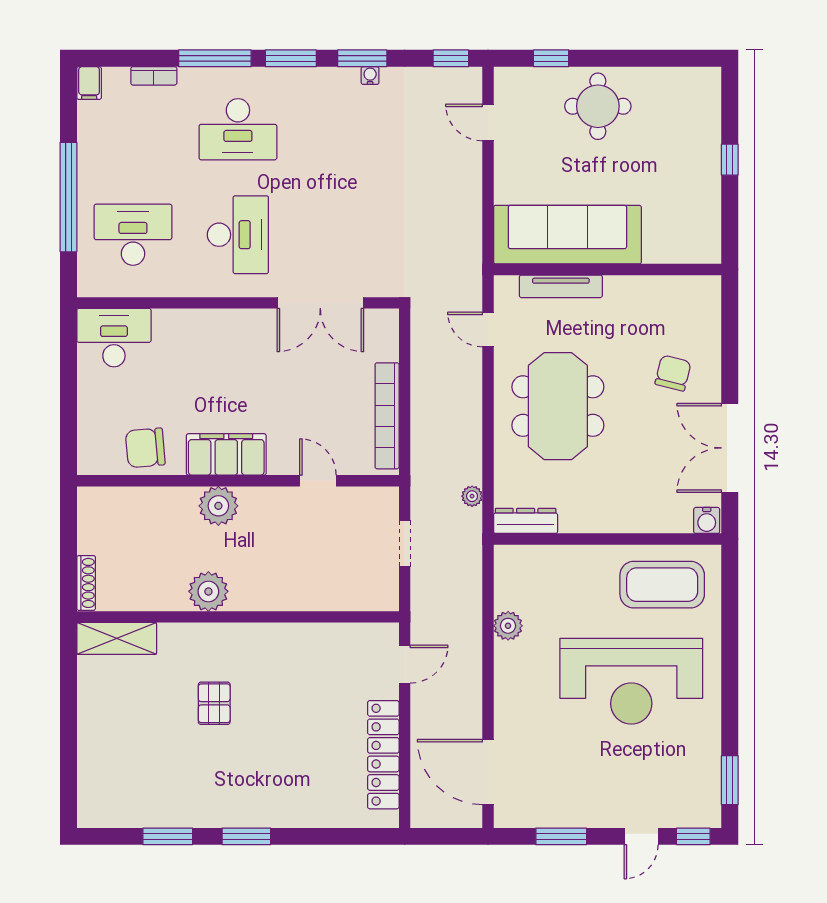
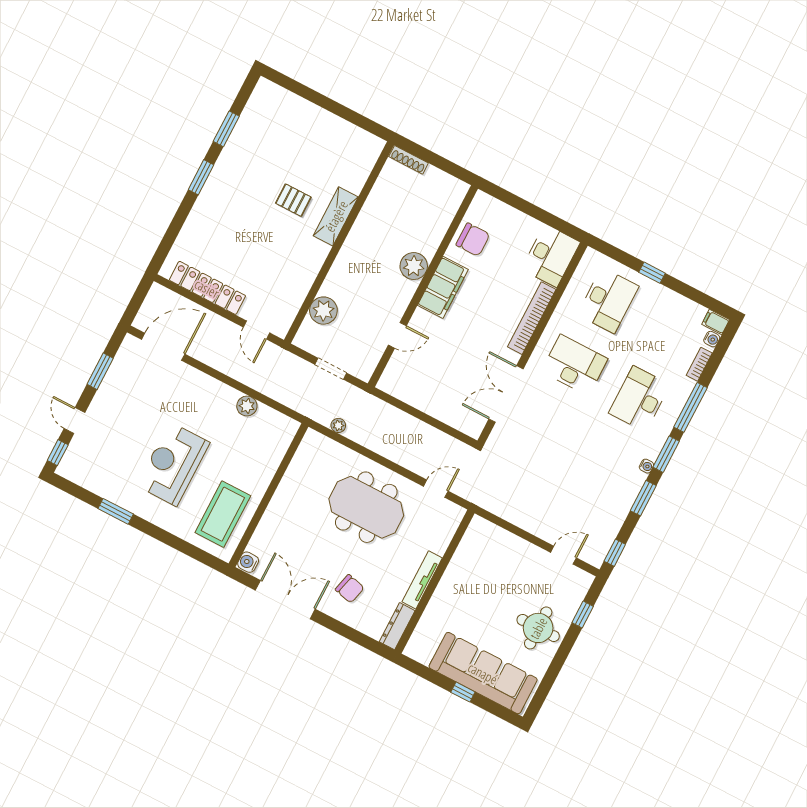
water cooler: (370, 76) -> (646, 466), moved
water cooler: (114, 77) -> (712, 339), added
window: (68, 197) -> (652, 273), width x0.32
desk: (238, 235) -> (574, 365), turned 180
sofa: (567, 235) -> (483, 673), moved, turned -90
tv unit: (561, 286) -> (422, 580), moved
bookcase: (387, 416) -> (532, 318), moved, turned -90
chair: (145, 448) -> (473, 240), turned 95
dresser: (526, 521) -> (397, 626), moved, turned 180
plant: (208, 591) -> (323, 311), moved
shelving: (117, 638) -> (336, 216), moved
reception desk: (631, 681) -> (173, 464), width x0.74, depth x0.77
window: (730, 780) -> (116, 511), moved

